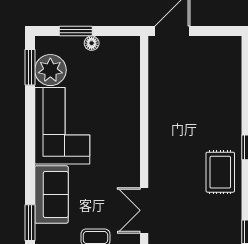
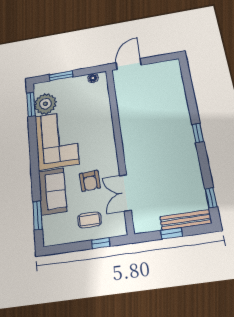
floor lamp: (92, 43) -> (93, 78), moved
rug: (220, 172) -> (181, 155), removed
armchair: (101, 188) -> (90, 181), added

